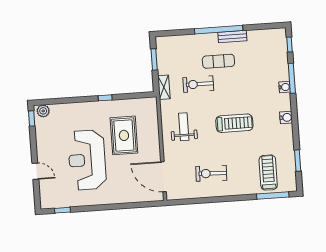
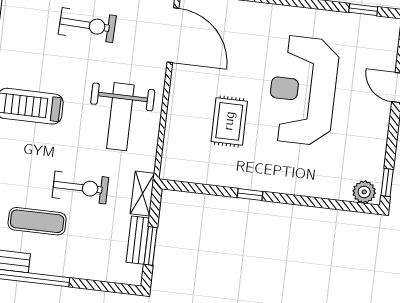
bench: (162, 61) -> (138, 240), added
weight bench: (184, 127) -> (120, 117), width x1.36, depth x1.33
rug: (124, 135) -> (229, 121), width x0.73, depth x0.70
reception desk: (87, 160) -> (303, 90), turned 180

